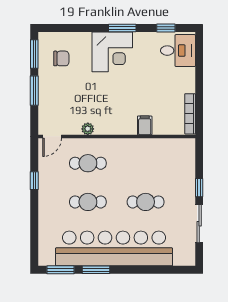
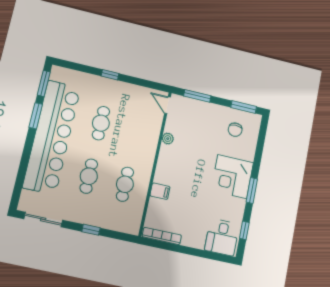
window: (34, 91) -> (197, 96), moved
cafe table: (88, 163) -> (125, 184), moved
window: (34, 181) -> (110, 75), moved
sliding door: (199, 224) -> (43, 219), moved

